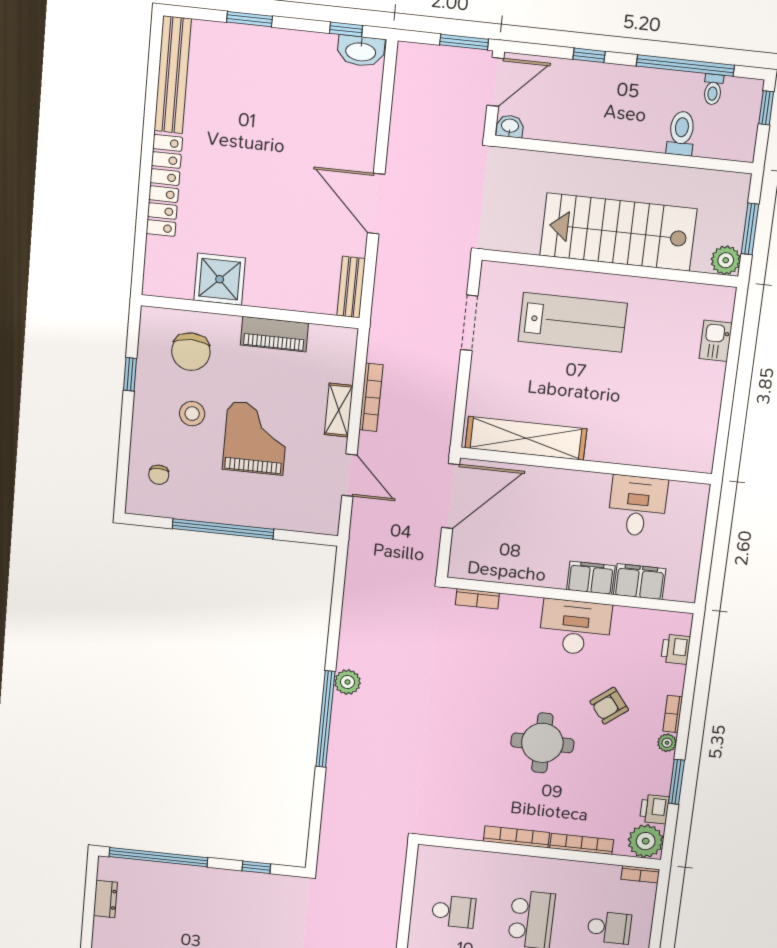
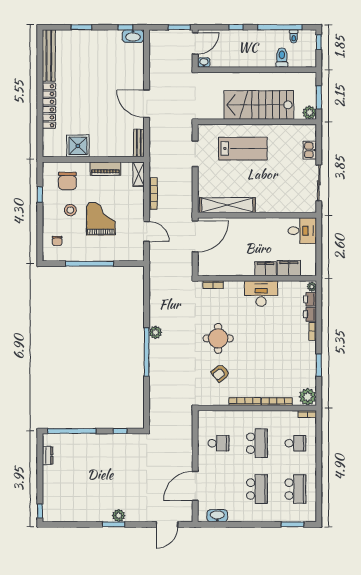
shelving: (339, 410) -> (139, 174), moved
sliding door: (726, 412) -> (319, 183), added
desk: (637, 506) -> (302, 231), moved, turned 90
armchair: (609, 706) -> (220, 373), moved
round table: (542, 743) -> (218, 338), moved
plant: (667, 743) -> (312, 287), moved
printer: (654, 809) -> (310, 314), moved

